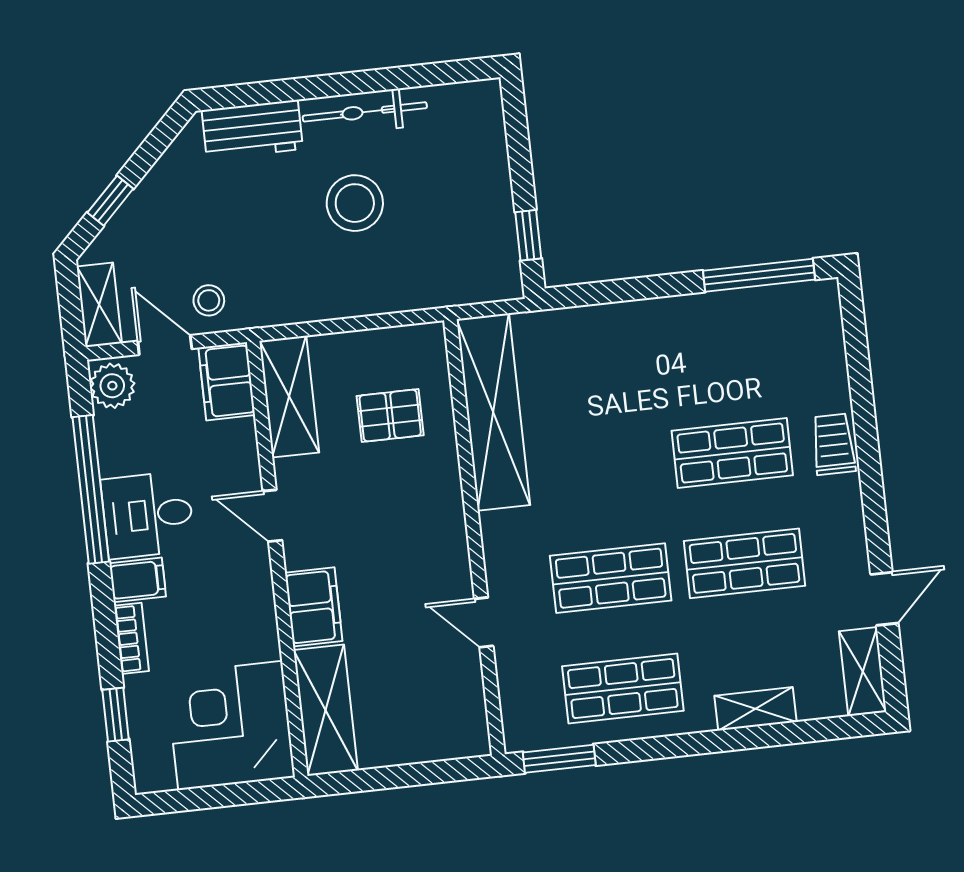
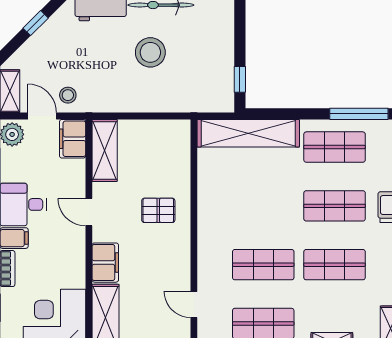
window: (110, 201) -> (36, 23), moved
shop shelf: (720, 343) -> (335, 147), added
shelving: (493, 412) -> (248, 133), moved, turned 90
pallet: (390, 416) -> (158, 210), moved
door: (484, 622) -> (194, 304), moved

